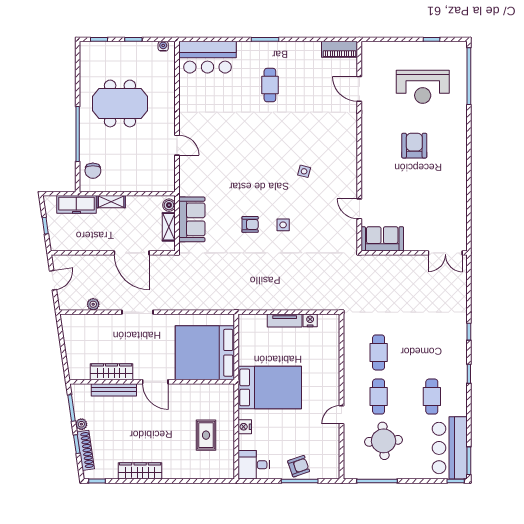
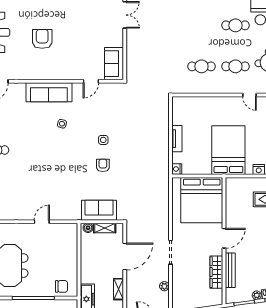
armchair: (414, 146) -> (42, 39), turned 90
sofa: (345, 154) -> (49, 92), added
shelving: (111, 202) -> (119, 289), moved
nightstand: (310, 320) -> (177, 169), moved

